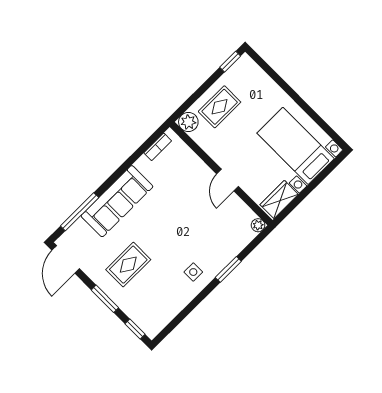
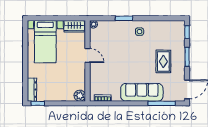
dresser: (254, 71) -> (32, 90), added
rug: (220, 107) -> (61, 89), removed
door: (228, 180) -> (87, 55), hinge flipped
rug: (128, 265) -> (163, 61), turned 90

